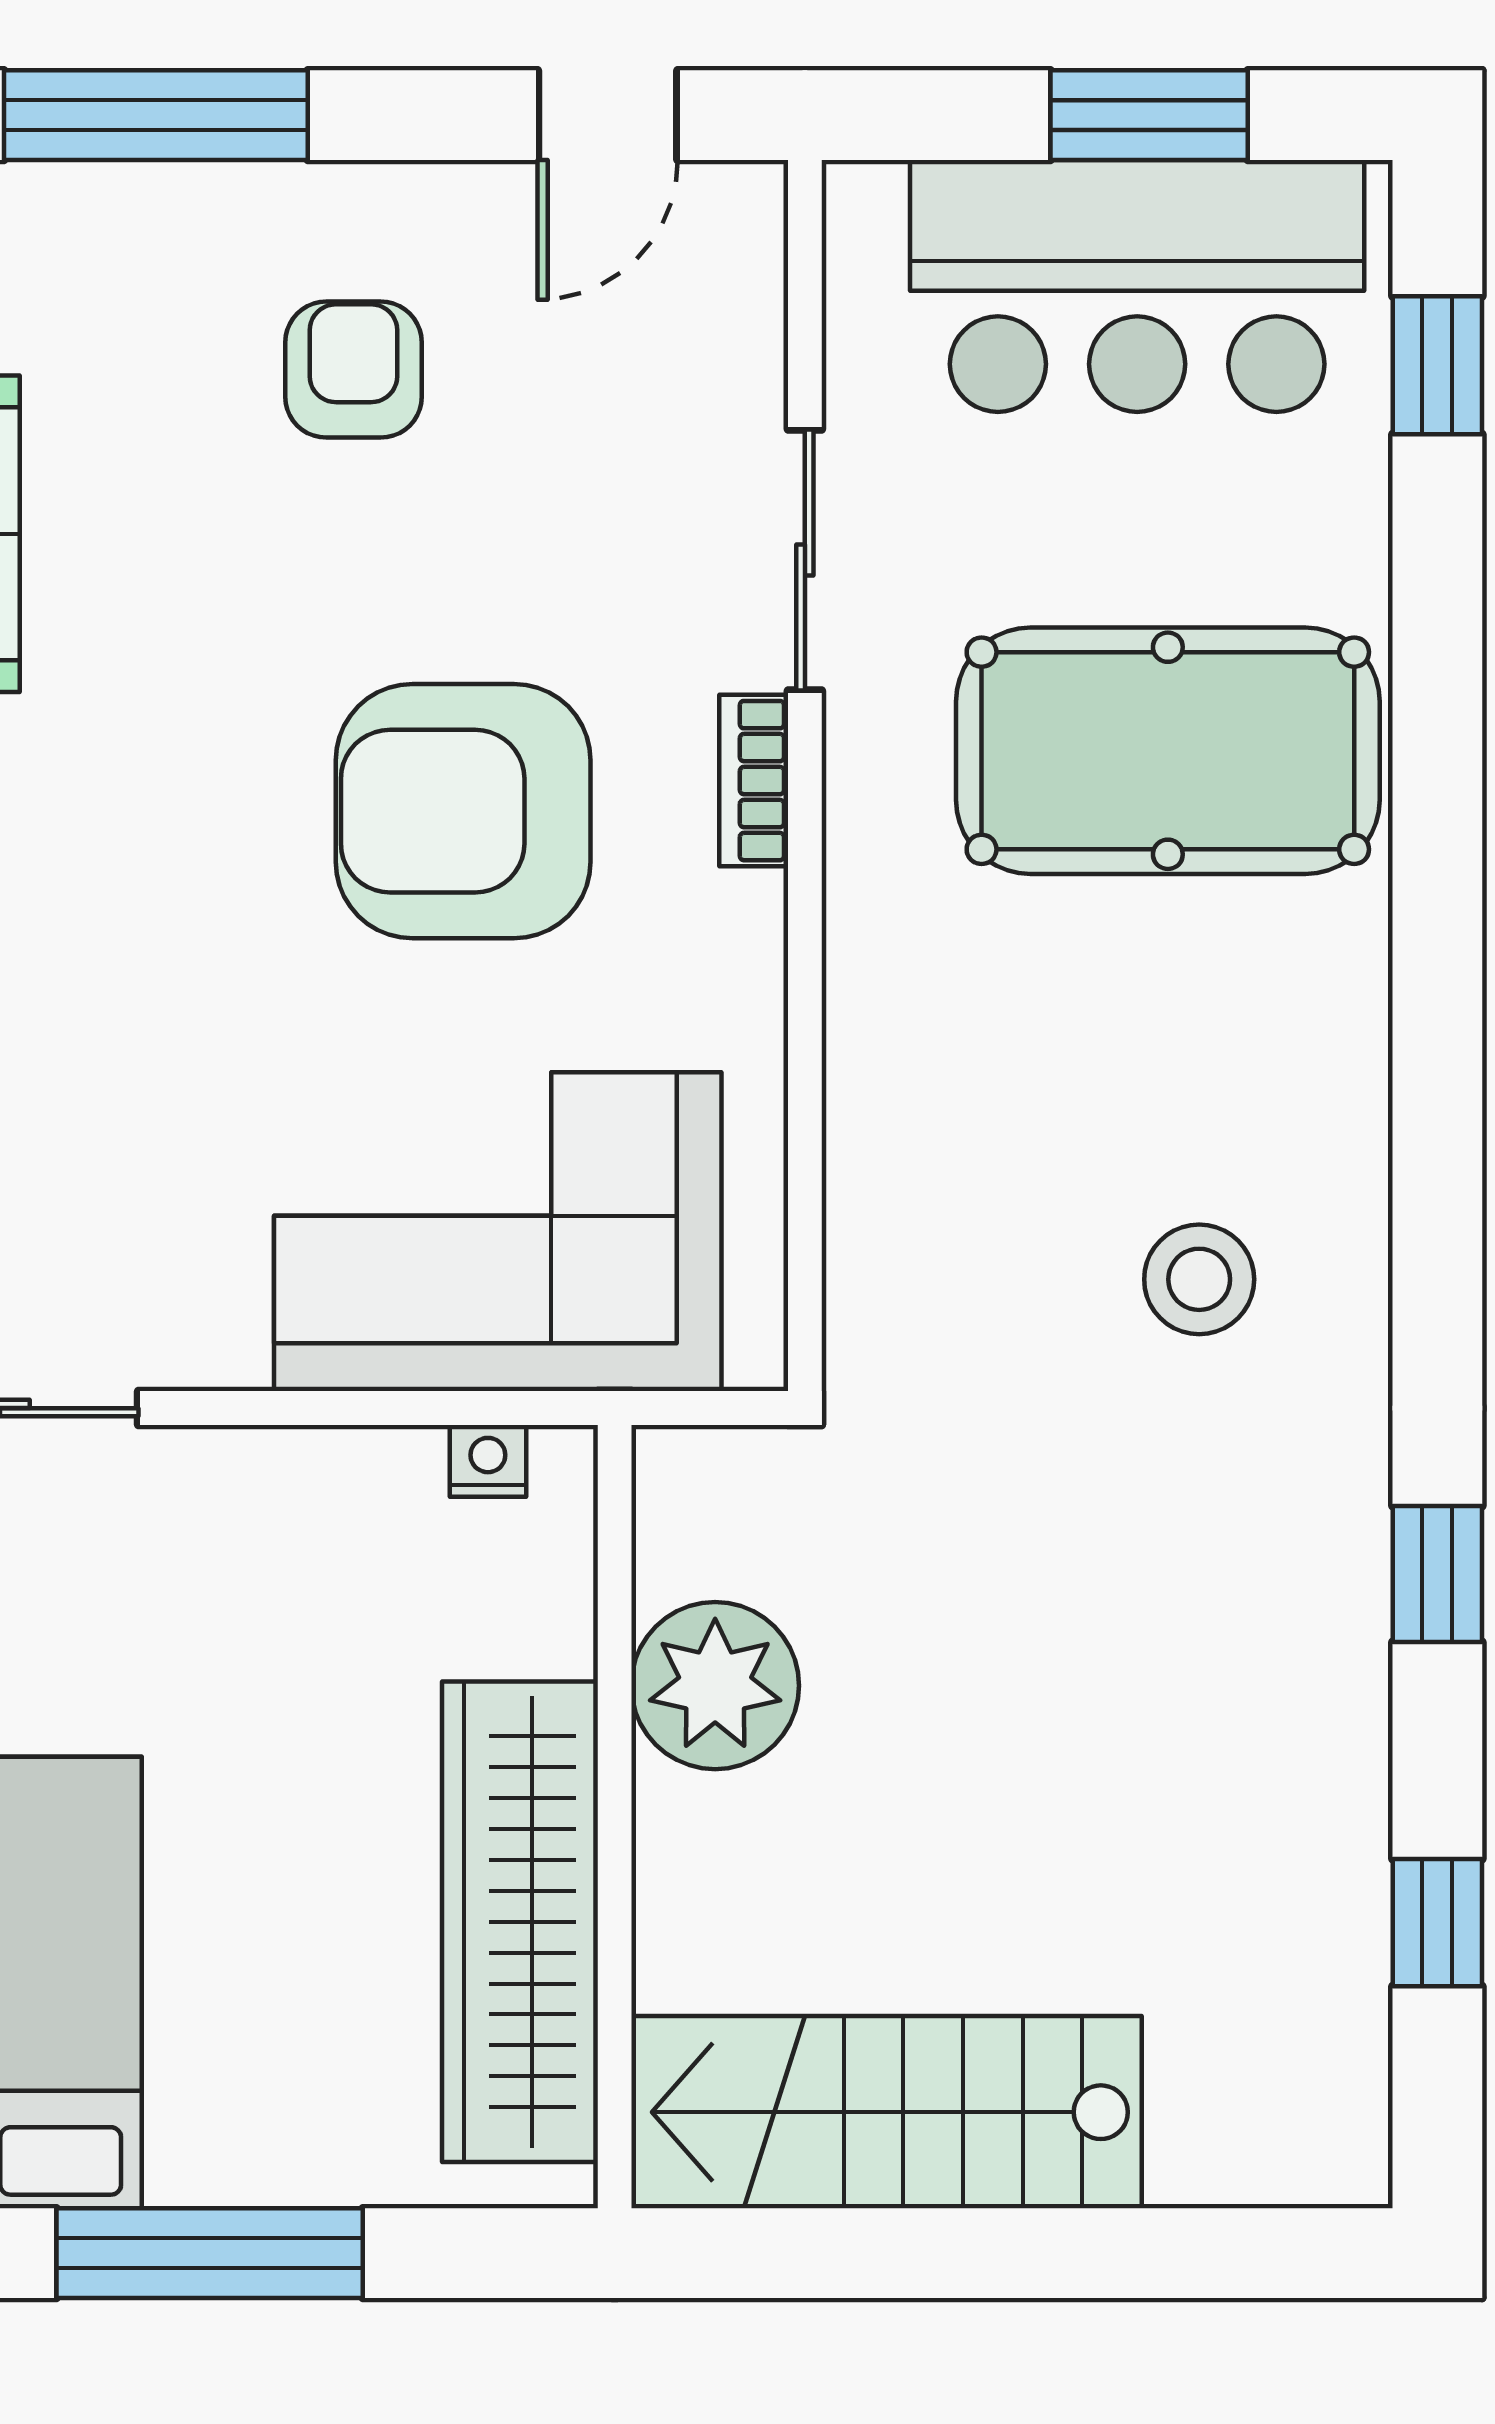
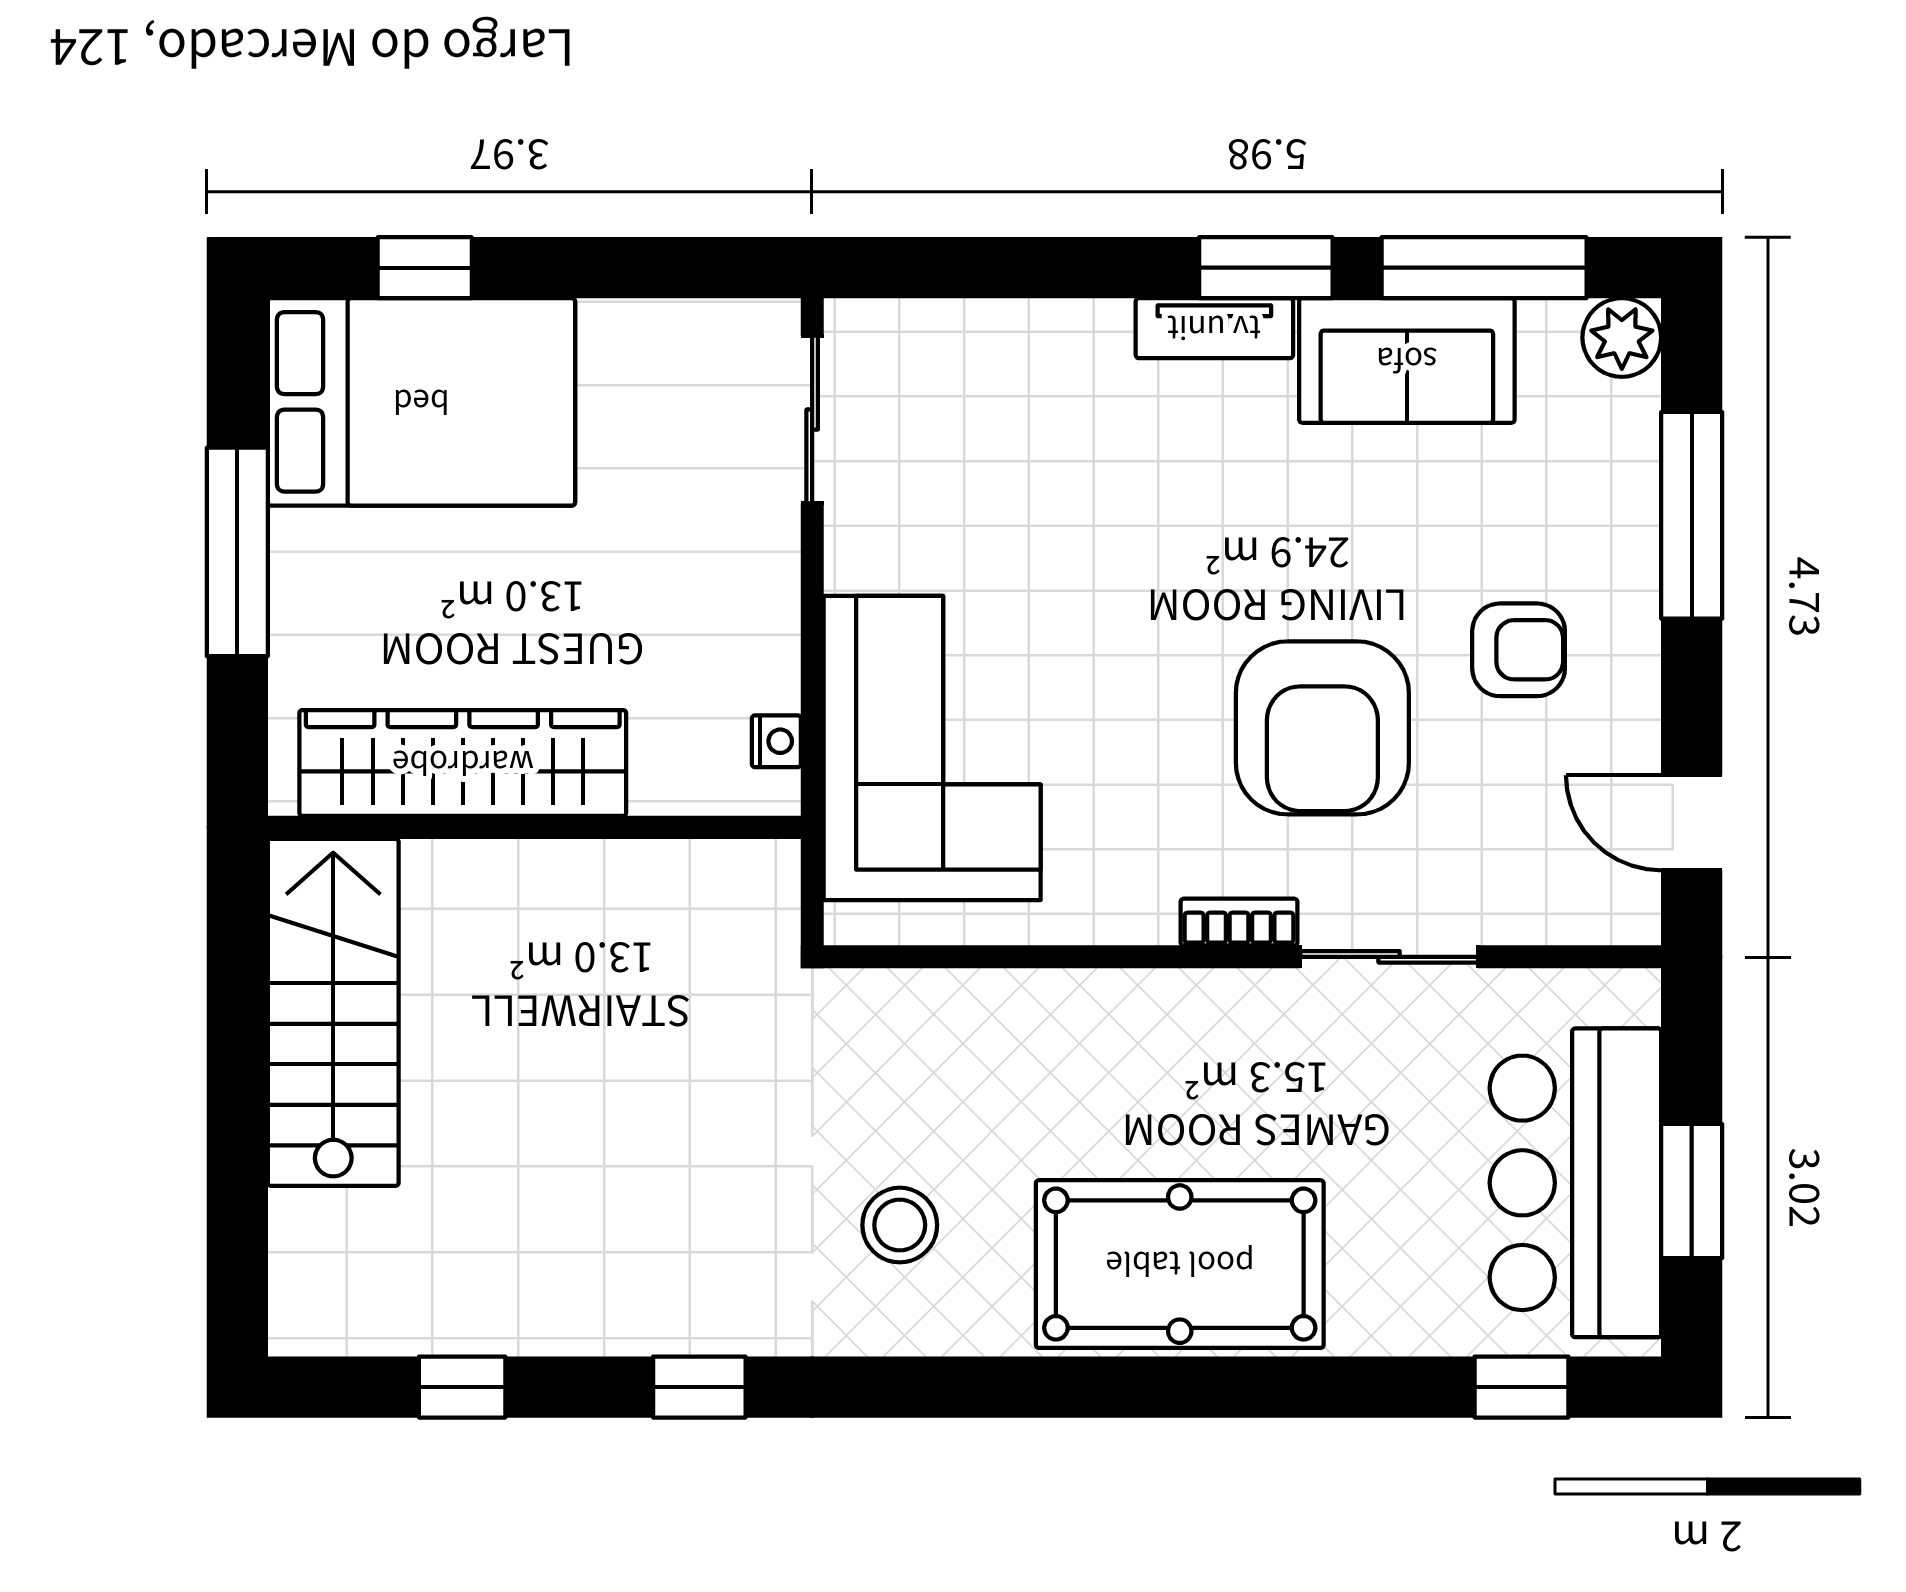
pool table: (1168, 751) -> (1180, 1264), moved, turned 90
armchair: (463, 811) -> (1322, 728), moved, turned 180
plant: (715, 1686) -> (623, 896), removed

